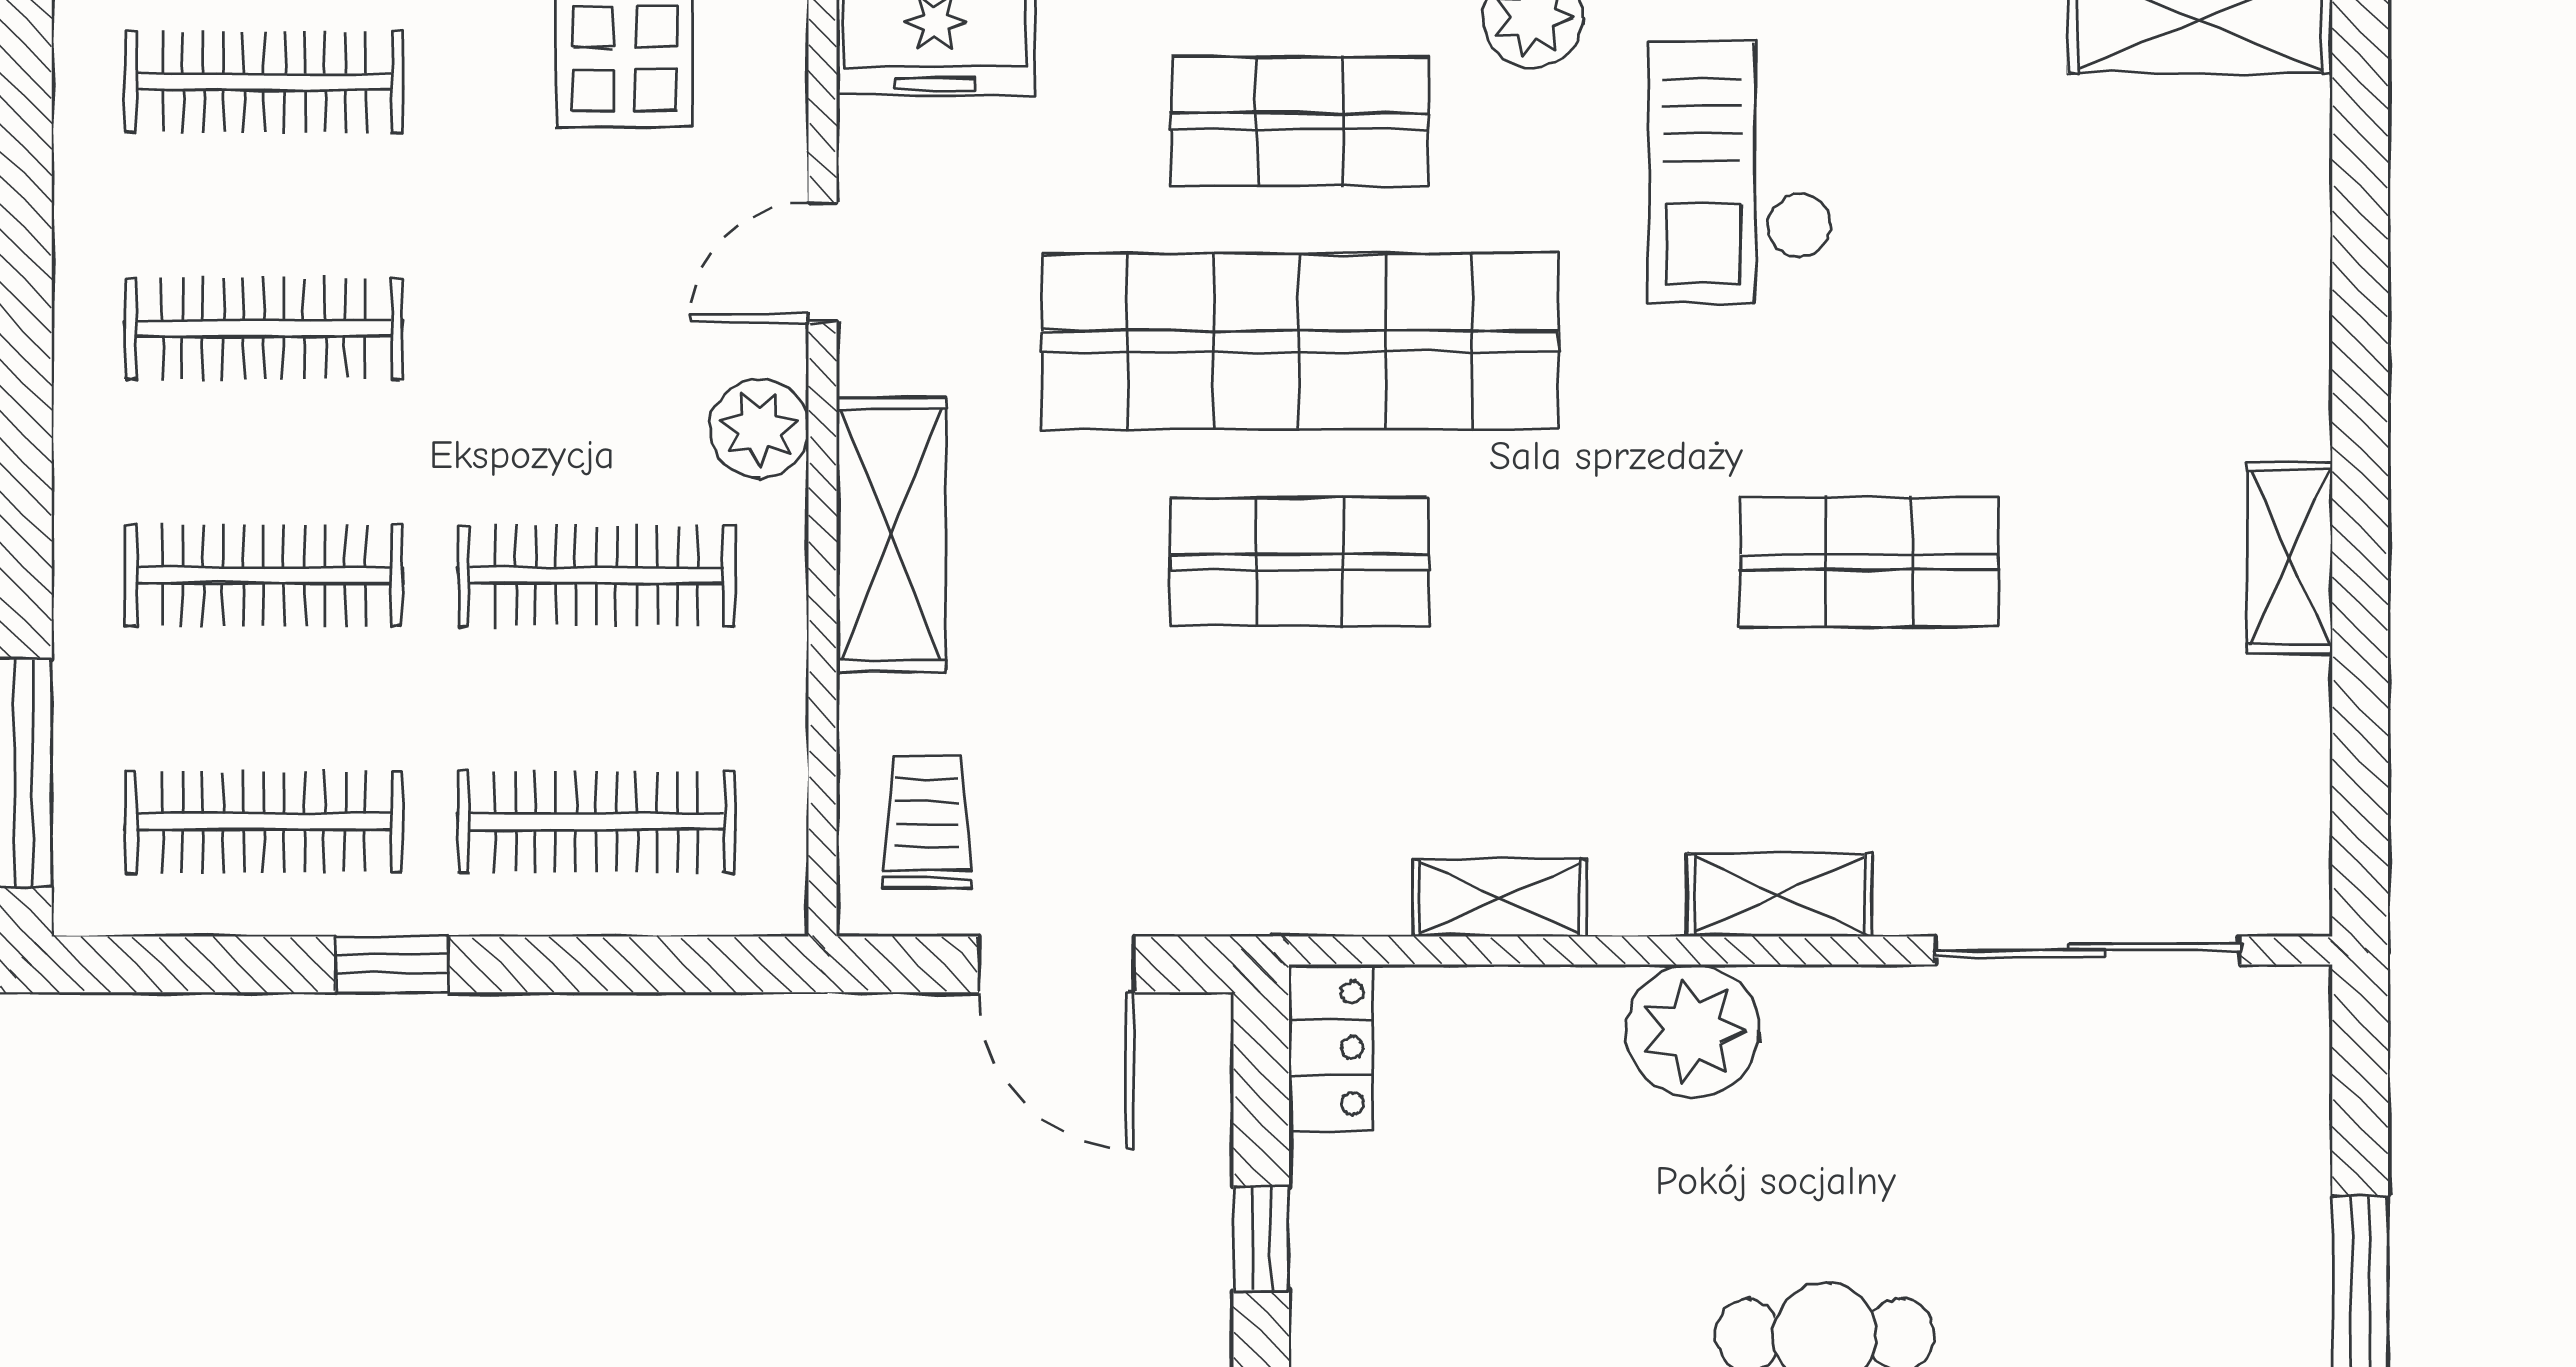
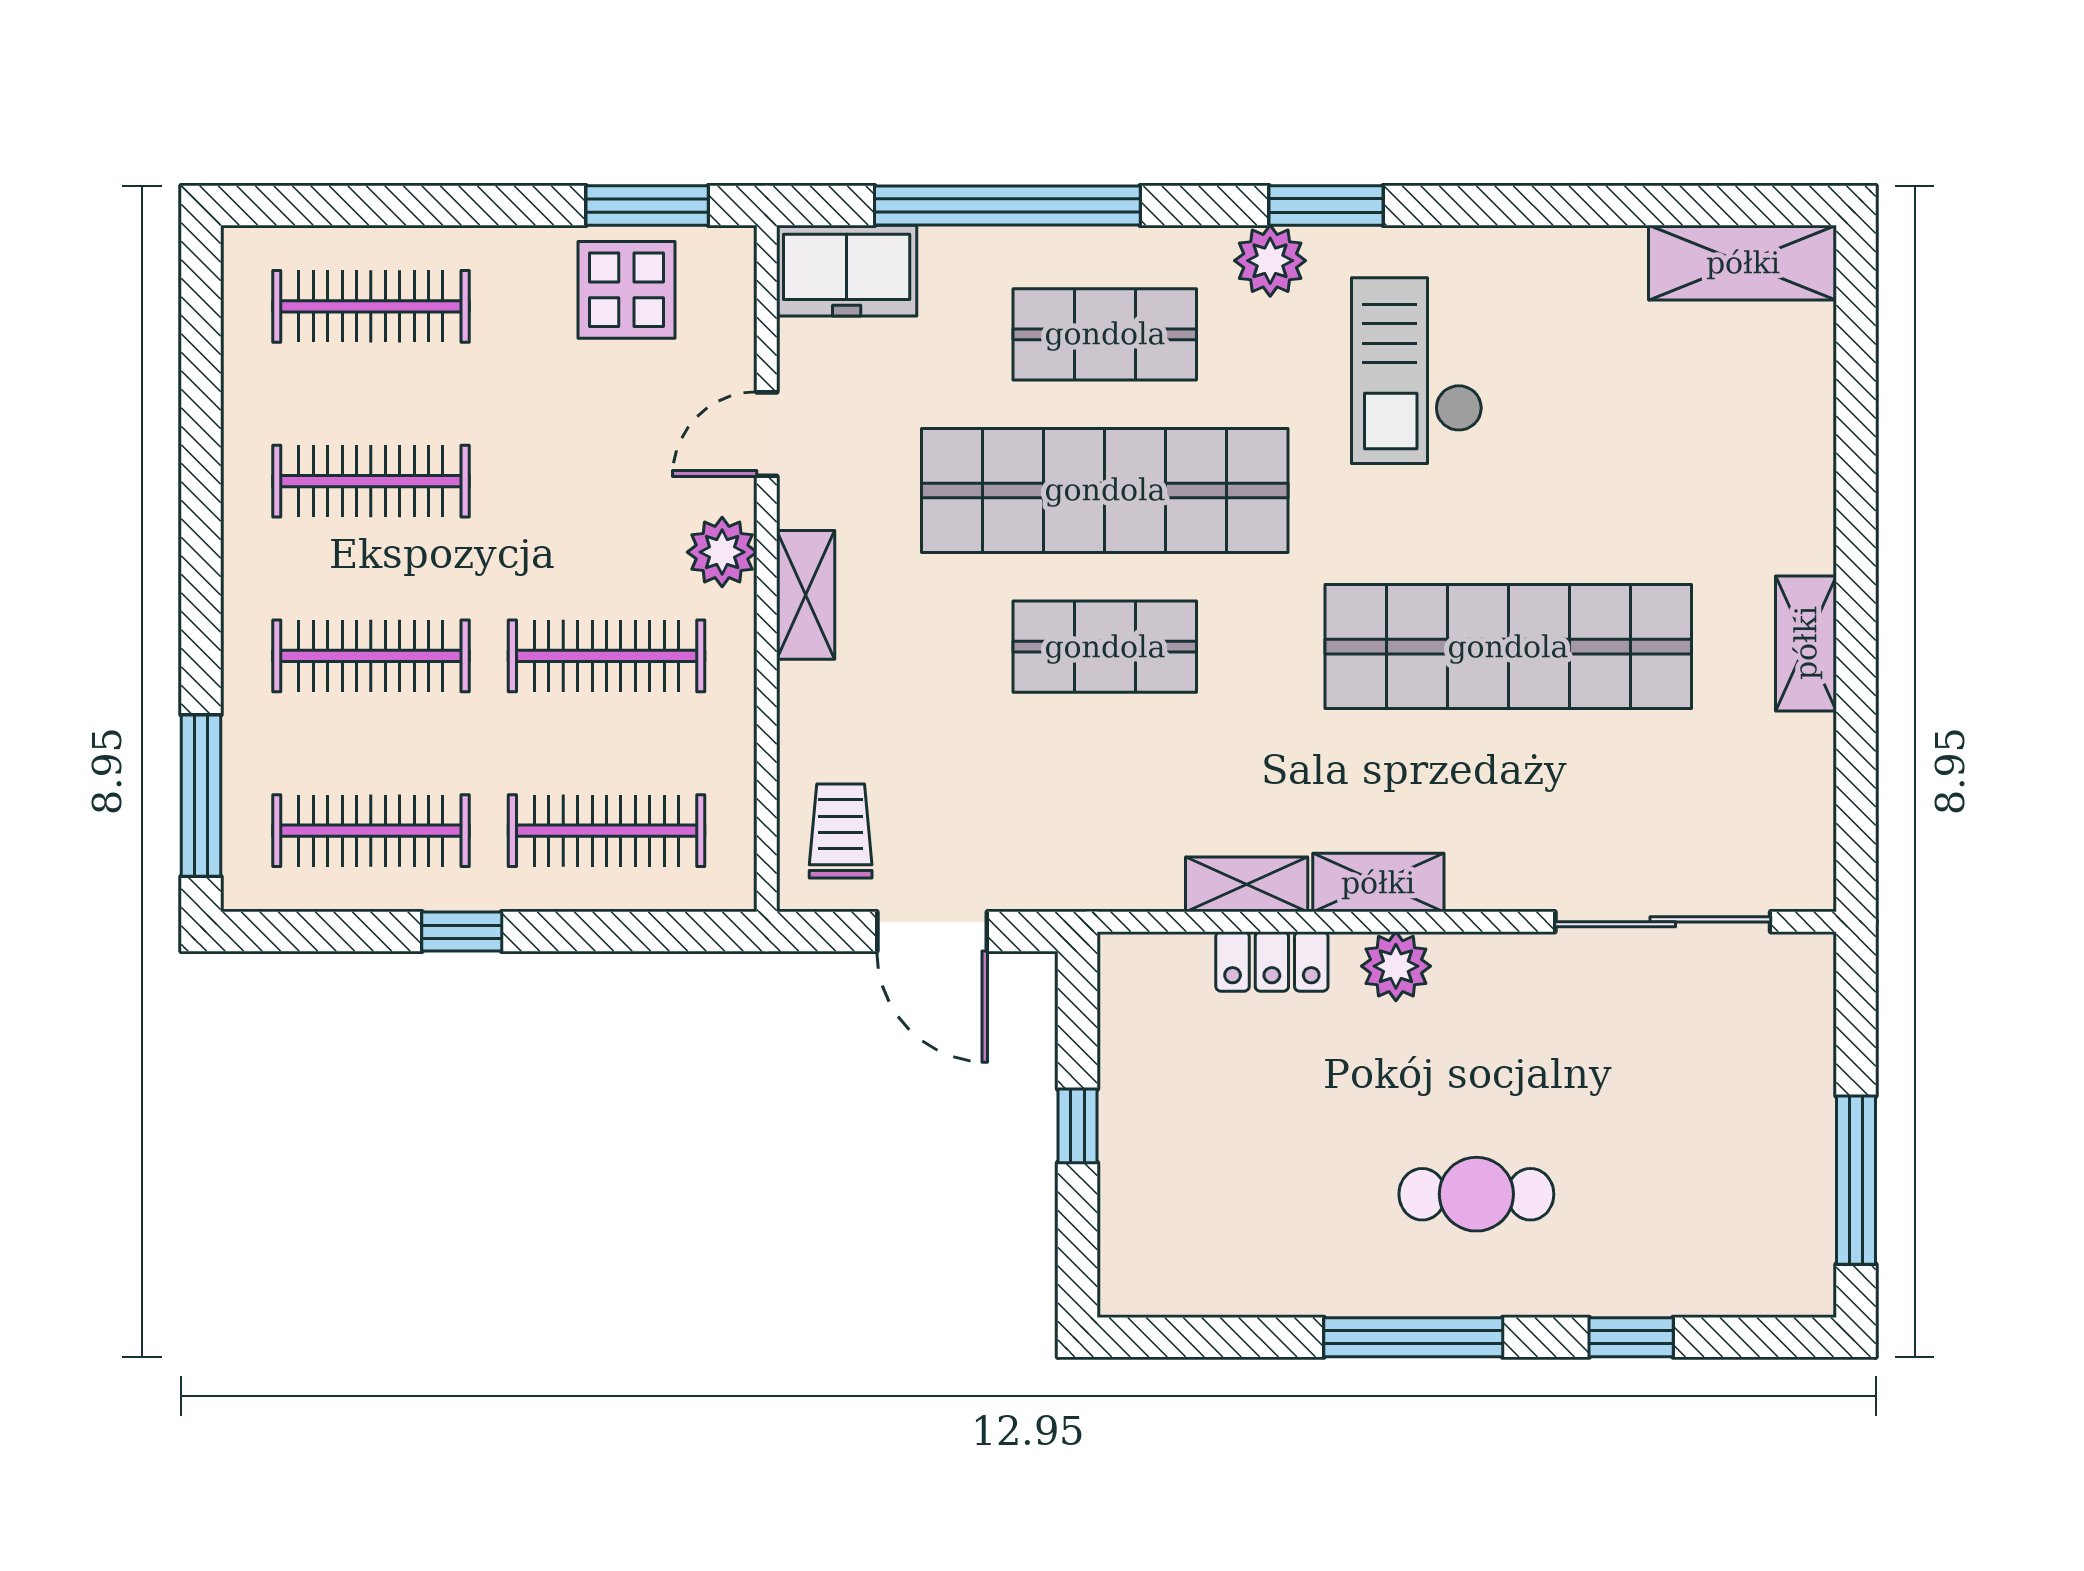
shelving: (891, 535) -> (806, 595), width x0.67, depth x0.75
shop shelf: (1869, 562) -> (1508, 647), width x2.00, depth x1.36
shelving: (1779, 895) -> (1378, 883), moved
plant: (1693, 1031) -> (1396, 966), width x0.73, depth x0.73
locker: (1331, 1048) -> (1272, 961), moved, turned 90

